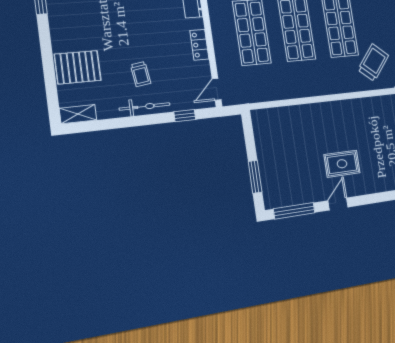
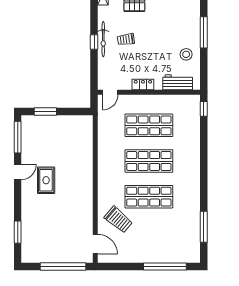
door: (217, 89) -> (110, 92), swing flipped
window: (185, 116) -> (94, 42), moved
door: (338, 204) -> (18, 172), hinge flipped

